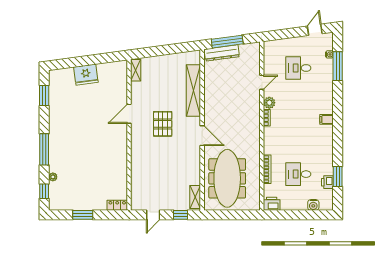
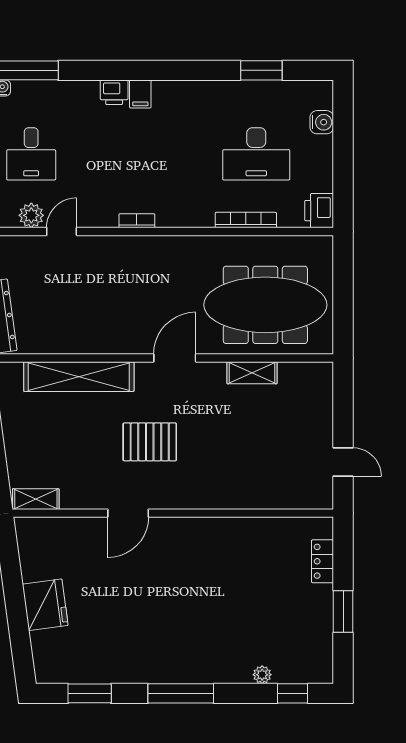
door: (262, 82) -> (62, 231), hinge flipped
plant: (269, 103) -> (31, 215), moved
door: (129, 114) -> (128, 513), hinge flipped
window: (44, 149) -> (181, 693), moved
desk: (298, 174) -> (256, 154), width x1.37
printer: (327, 182) -> (114, 92), moved
shelving: (195, 197) -> (252, 373), moved
locker: (117, 205) -> (323, 561), moved
window: (181, 215) -> (343, 404), removed

